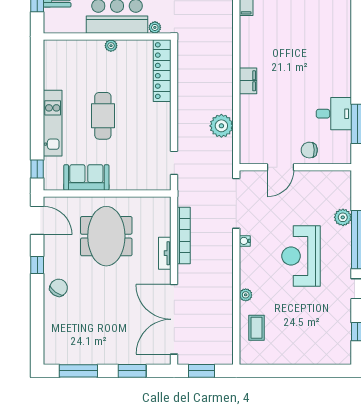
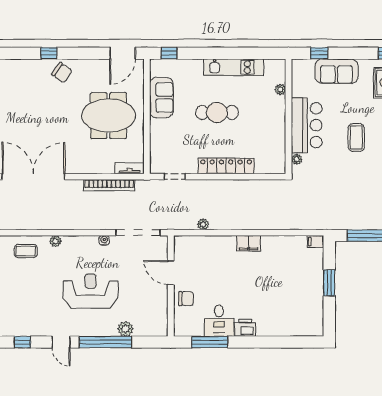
plant: (111, 46) -> (280, 89), moved
locker: (162, 71) -> (226, 166), moved
printer: (342, 85) -> (245, 328), added
kitchen unit: (53, 123) -> (234, 67), moved
plant: (221, 126) -> (203, 224), width x0.53, depth x0.53
chair: (309, 150) -> (186, 299), turned 91
tv unit: (165, 253) -> (130, 168), moved
window: (37, 265) -> (49, 53), moved

